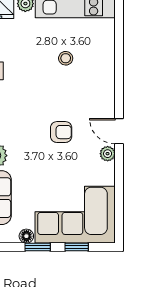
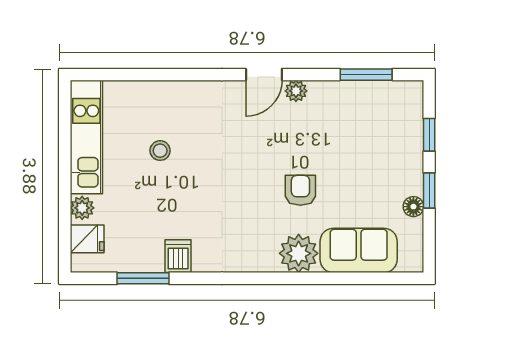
armchair: (61, 132) -> (300, 190), moved
window: (119, 203) -> (366, 75), added
corner sofa: (75, 215) -> (383, 137), removed

